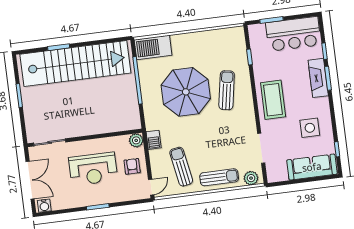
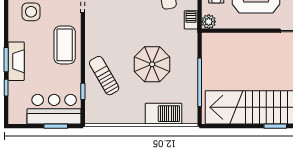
bar counter: (293, 34) -> (54, 109), moved
barbecue: (153, 47) -> (164, 114), moved
sun lounger: (227, 90) -> (104, 76), moved, turned 140
parasol: (186, 92) -> (152, 64), width x0.73, depth x0.73

